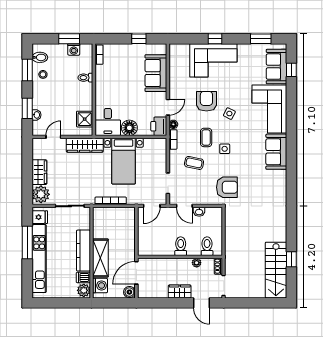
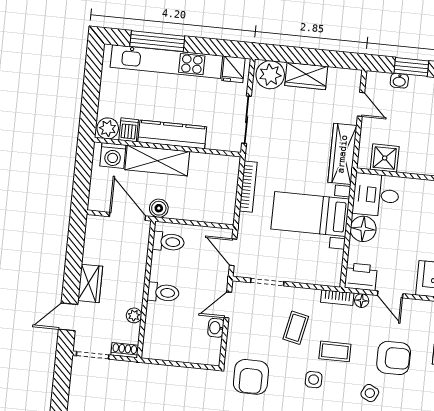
window: (27, 242) -> (157, 41), moved
toilet: (207, 246) -> (168, 242), moved
boiler: (129, 292) -> (159, 208), moved

